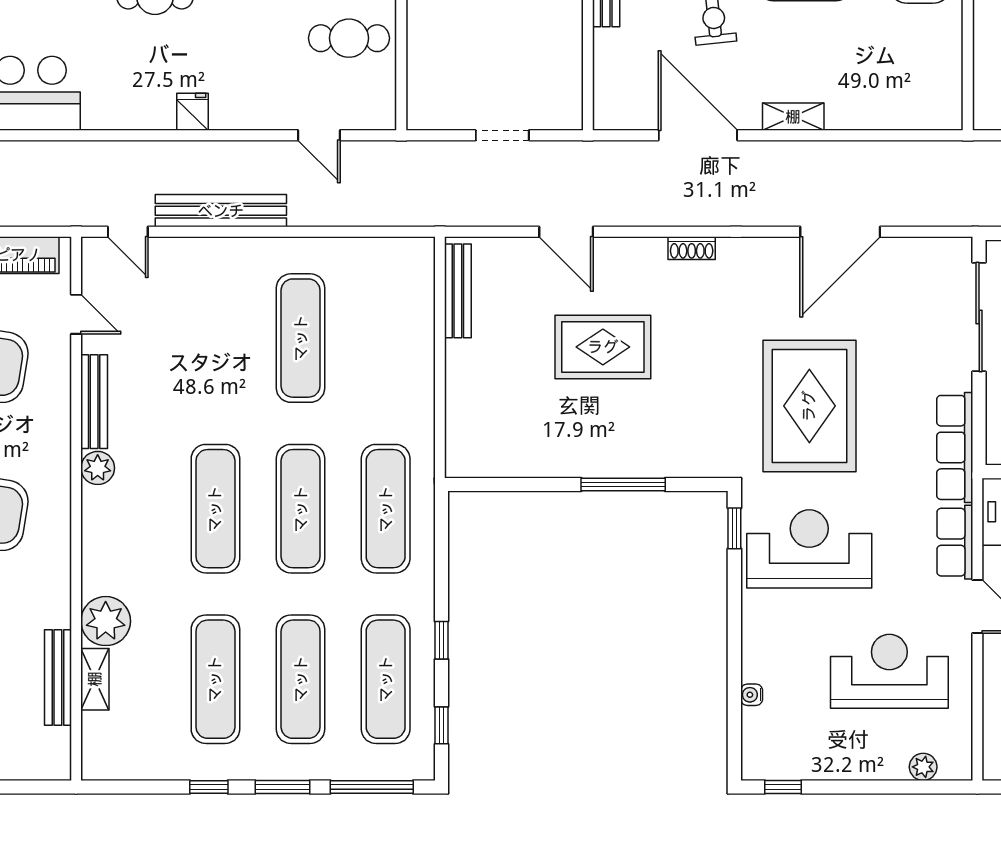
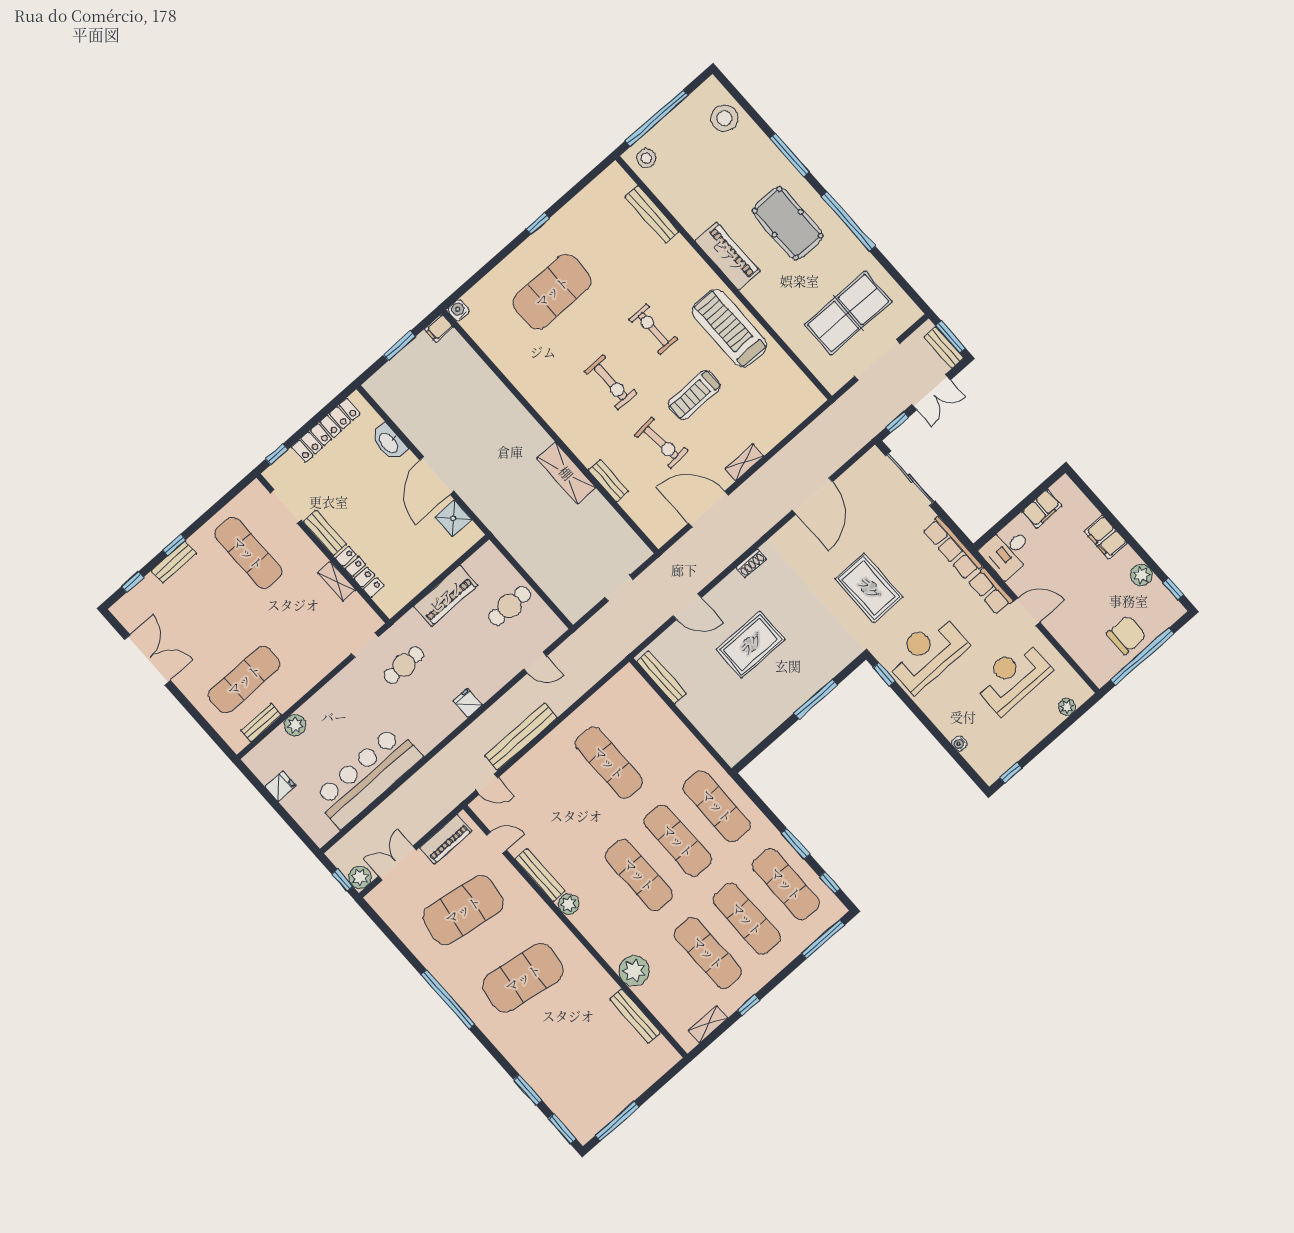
rug: (809, 406) -> (869, 588), width x0.73, depth x0.69
window: (441, 640) -> (795, 844), width x1.50
shelving: (95, 679) -> (708, 1024), moved, turned 90
window: (283, 787) -> (782, 975), removed

